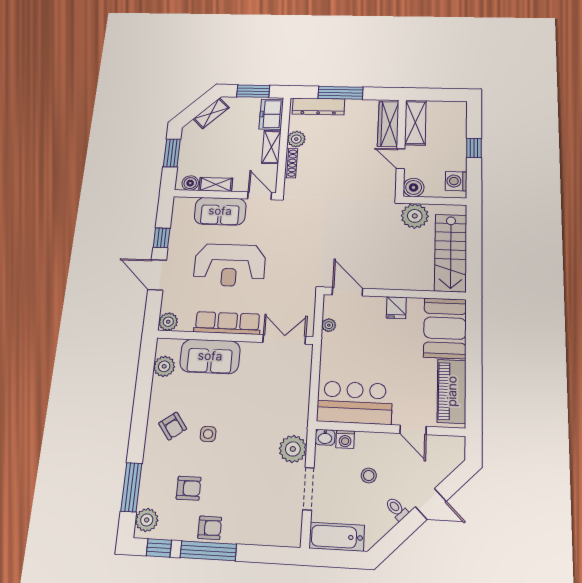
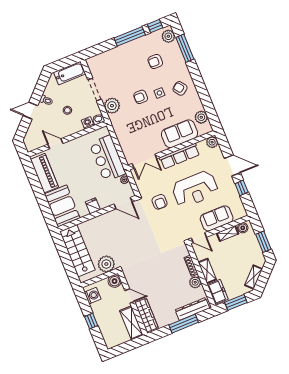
reception desk: (230, 265) -> (195, 189), turned 180
armchair: (291, 270) -> (160, 202), added
bar counter: (354, 403) -> (108, 158), moved, turned 90
armchair: (210, 528) -> (141, 97), moved

